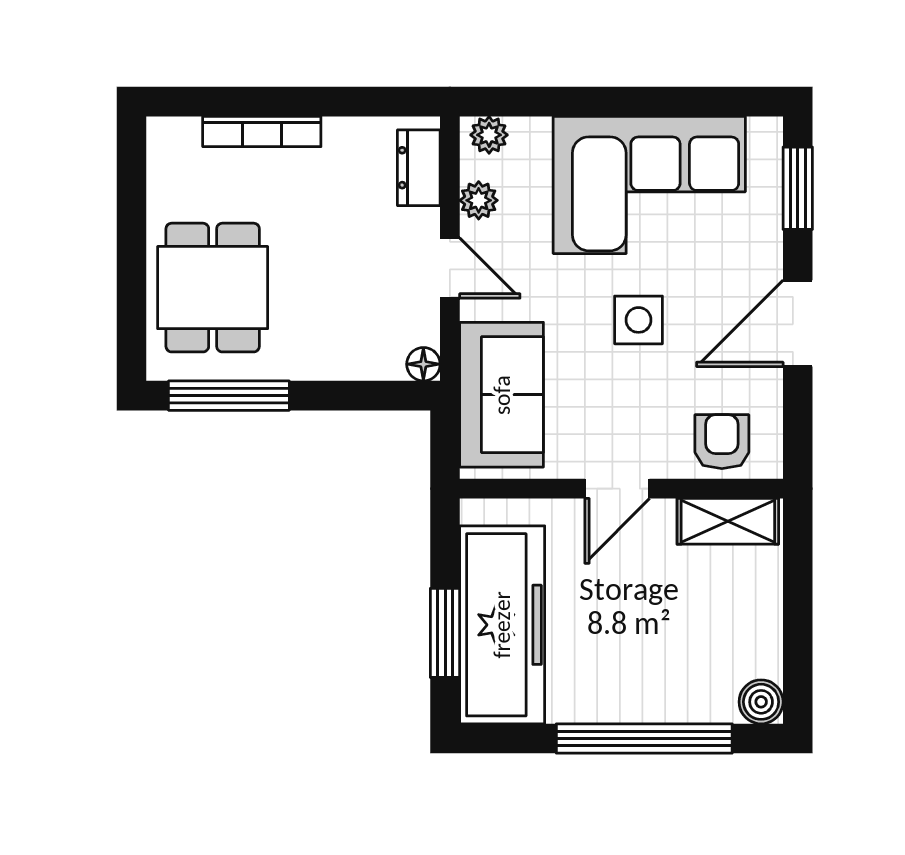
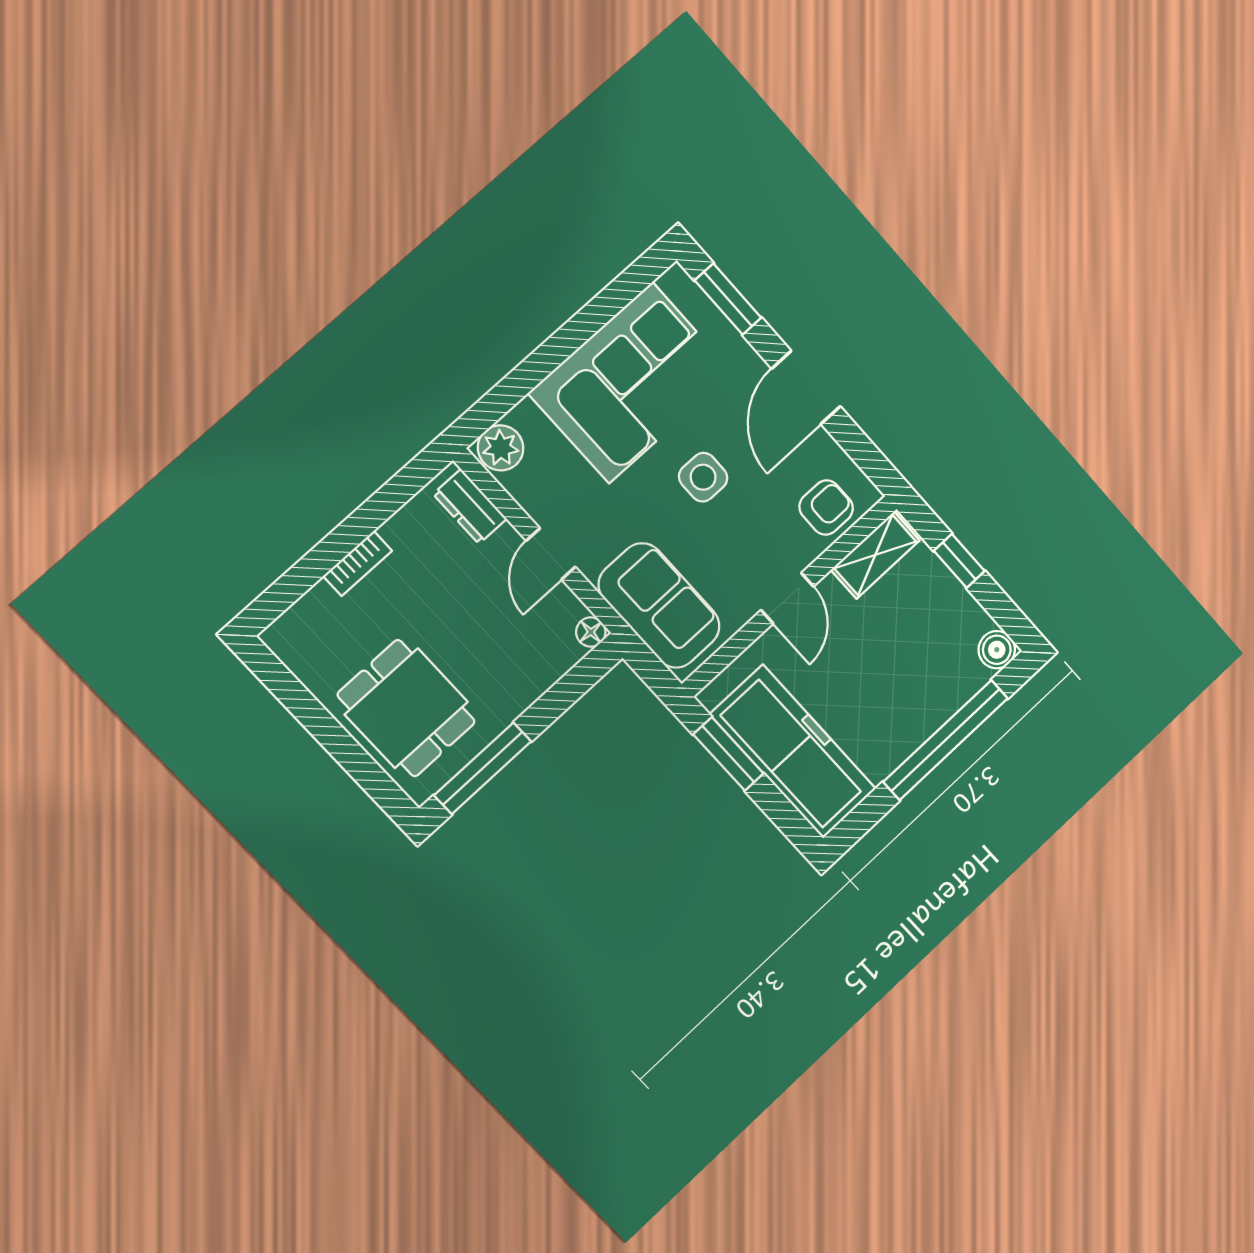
bookcase: (262, 132) -> (358, 563), width x0.64
plant: (489, 135) -> (501, 448), width x1.38, depth x1.38
plant: (479, 200) -> (529, 493), removed
door: (450, 268) -> (551, 554), swing flipped
armchair: (722, 442) -> (826, 508), turned 90
window: (798, 594) -> (959, 561), added
window: (445, 633) -> (728, 754), moved

